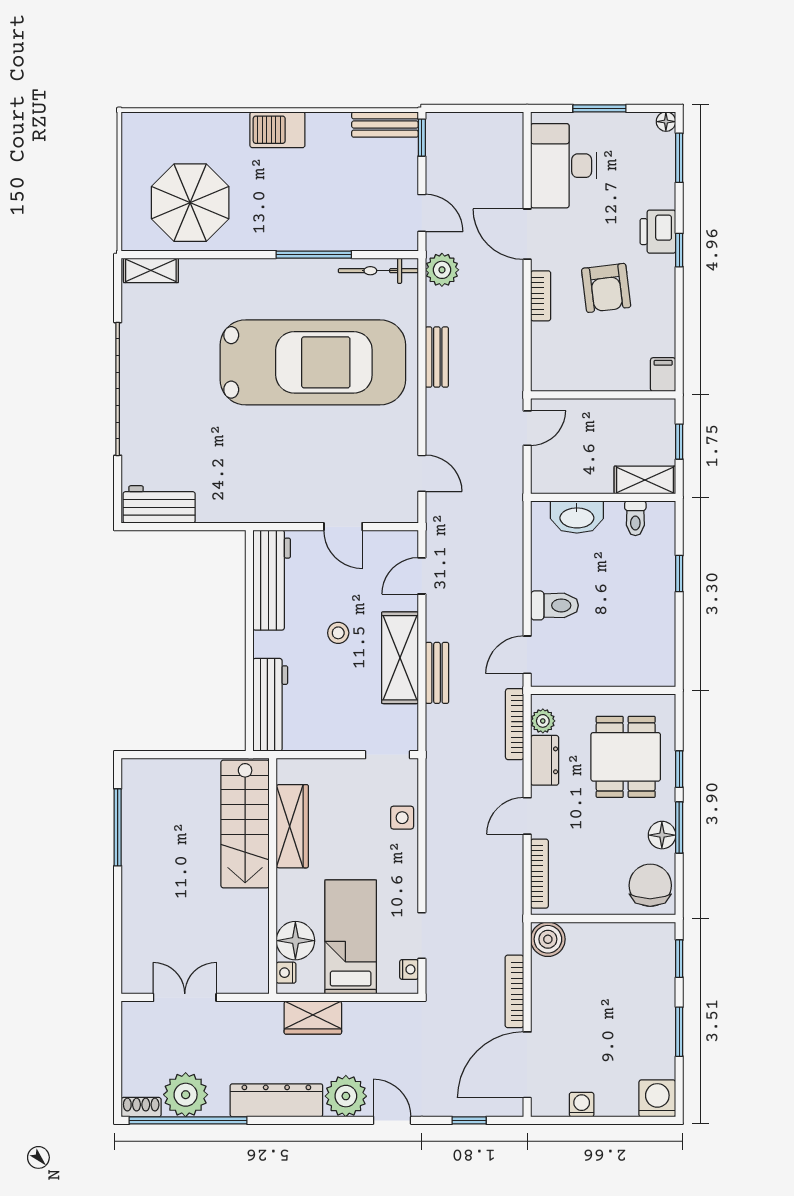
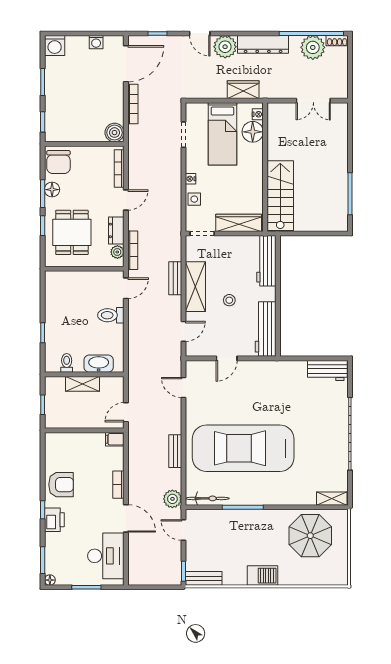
armchair: (606, 288) -> (61, 485), moved, turned 97
filing cabinet: (663, 375) -> (115, 439), moved, turned 90
shelving: (645, 480) -> (83, 384), moved
door: (343, 527) -> (227, 358), swing flipped
wardrobe: (292, 826) -> (239, 223), moved, turned 90
nightstand: (409, 969) -> (191, 179), moved

